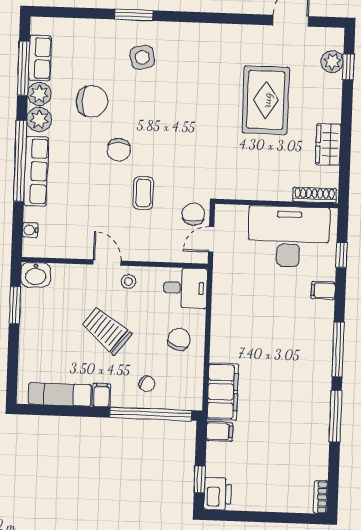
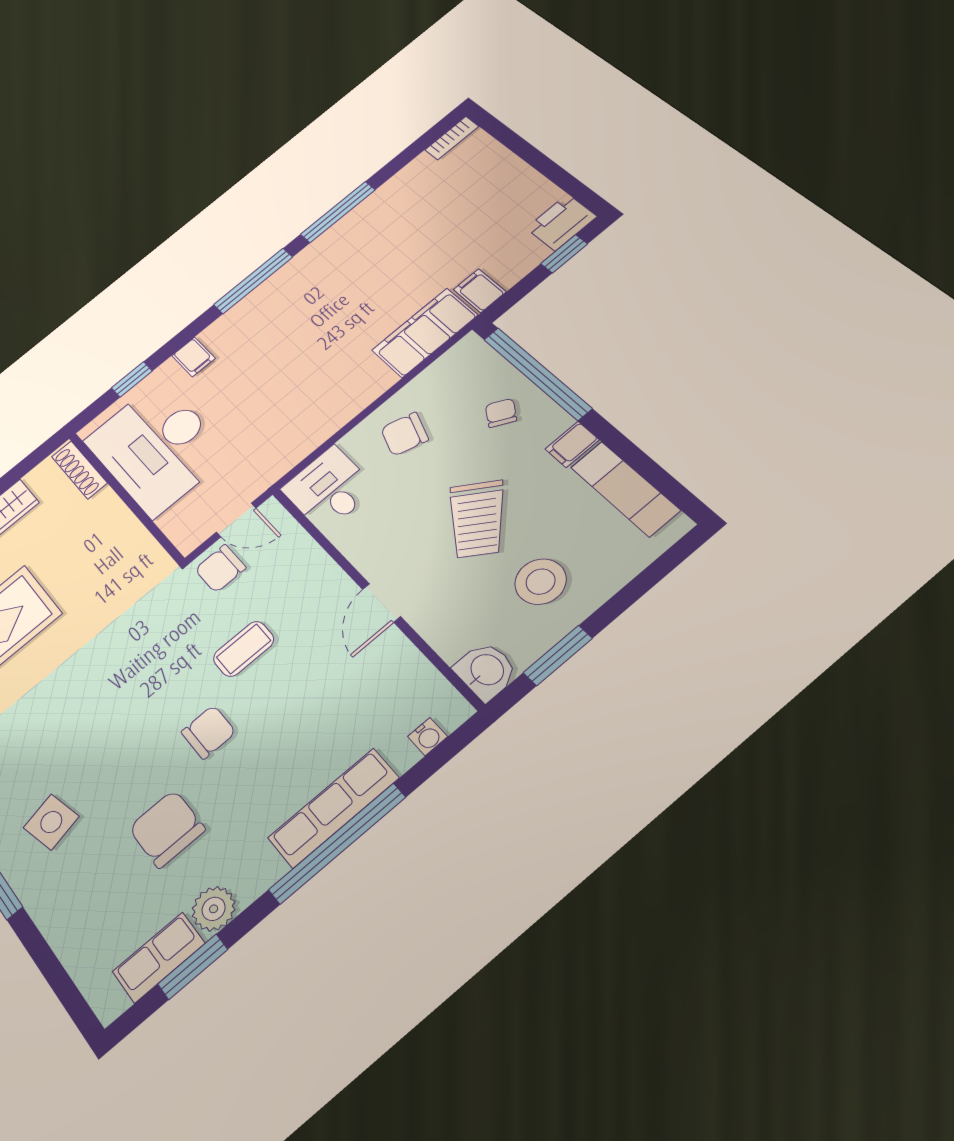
window: (23, 68) -> (193, 967), width x0.69
plant: (39, 119) -> (252, 874), removed
stool: (128, 281) -> (541, 582), moved, width x1.89, depth x1.89

